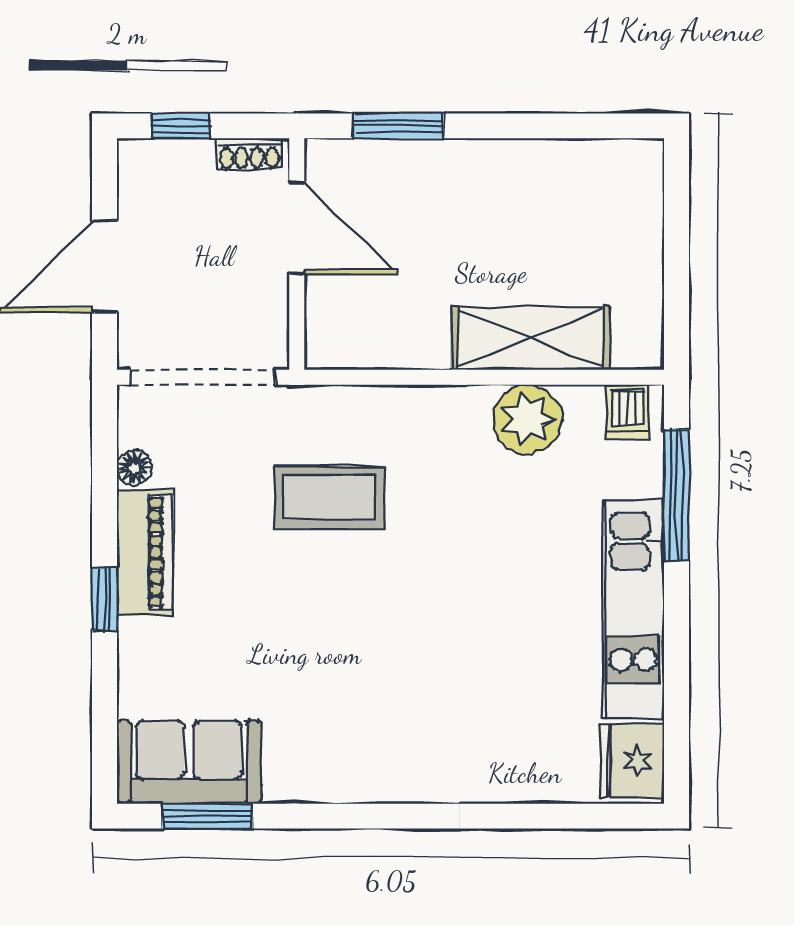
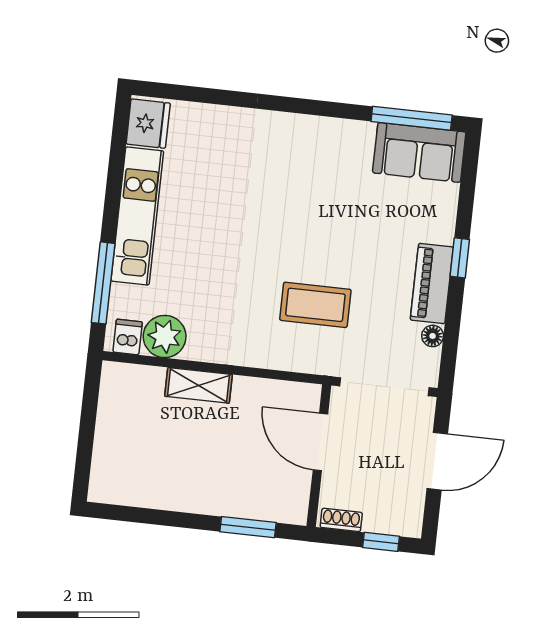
door: (297, 228) -> (320, 442), moved
shelving: (530, 338) -> (199, 385), width x0.67, depth x0.75
plant: (528, 419) -> (165, 336), moved
window: (207, 816) -> (412, 118), width x1.44

